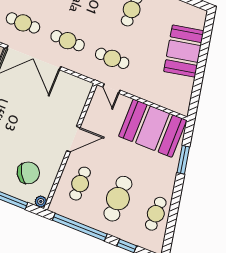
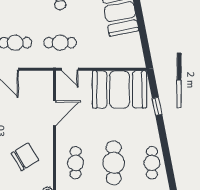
door: (73, 139) -> (54, 113), moved
window: (183, 160) -> (157, 106), width x0.67
chair: (28, 173) -> (25, 157), moved

